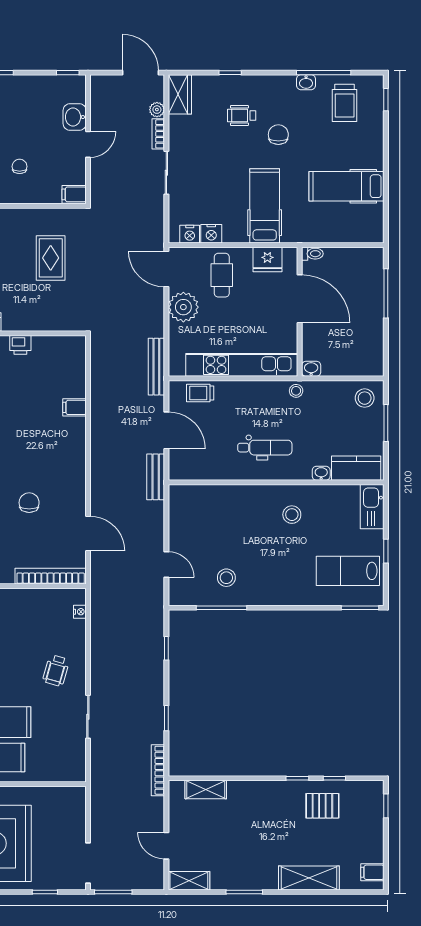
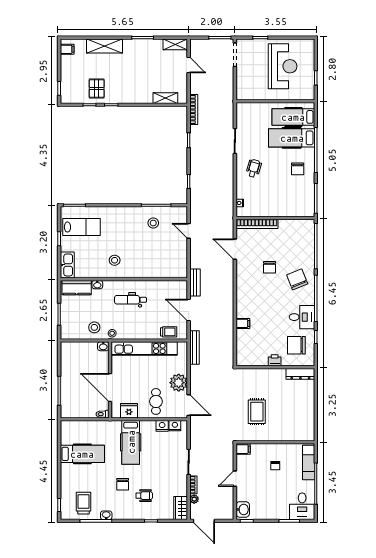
washbasin: (75, 117) -> (243, 509), moved
stool: (365, 398) -> (94, 327), moved
pallet: (322, 806) -> (97, 88), turned 90

